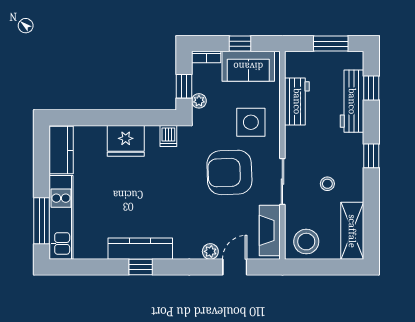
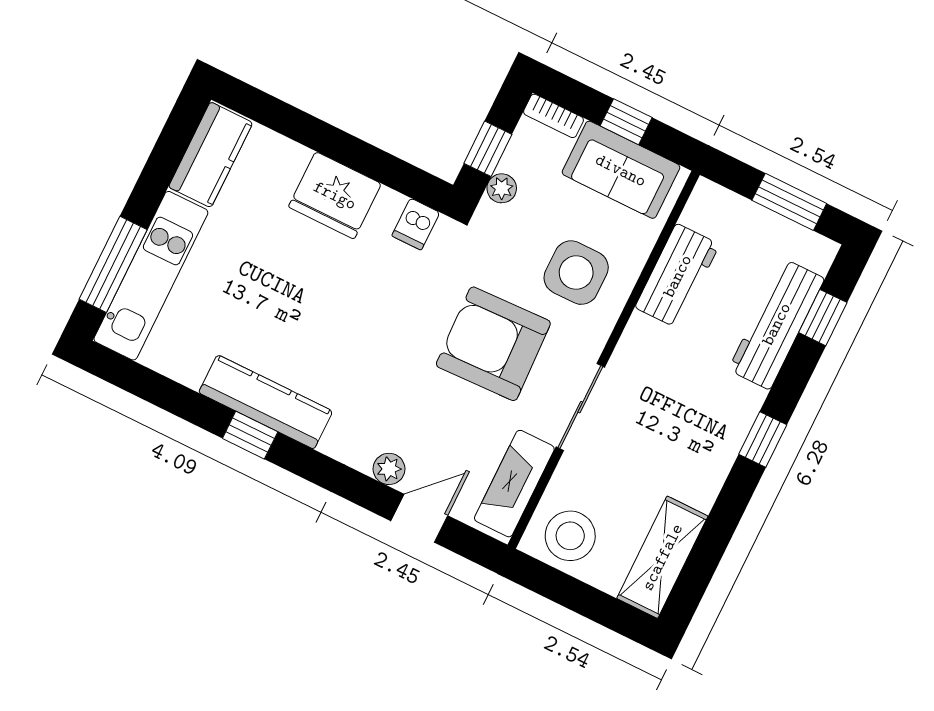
stool: (327, 184) -> (659, 451), removed

